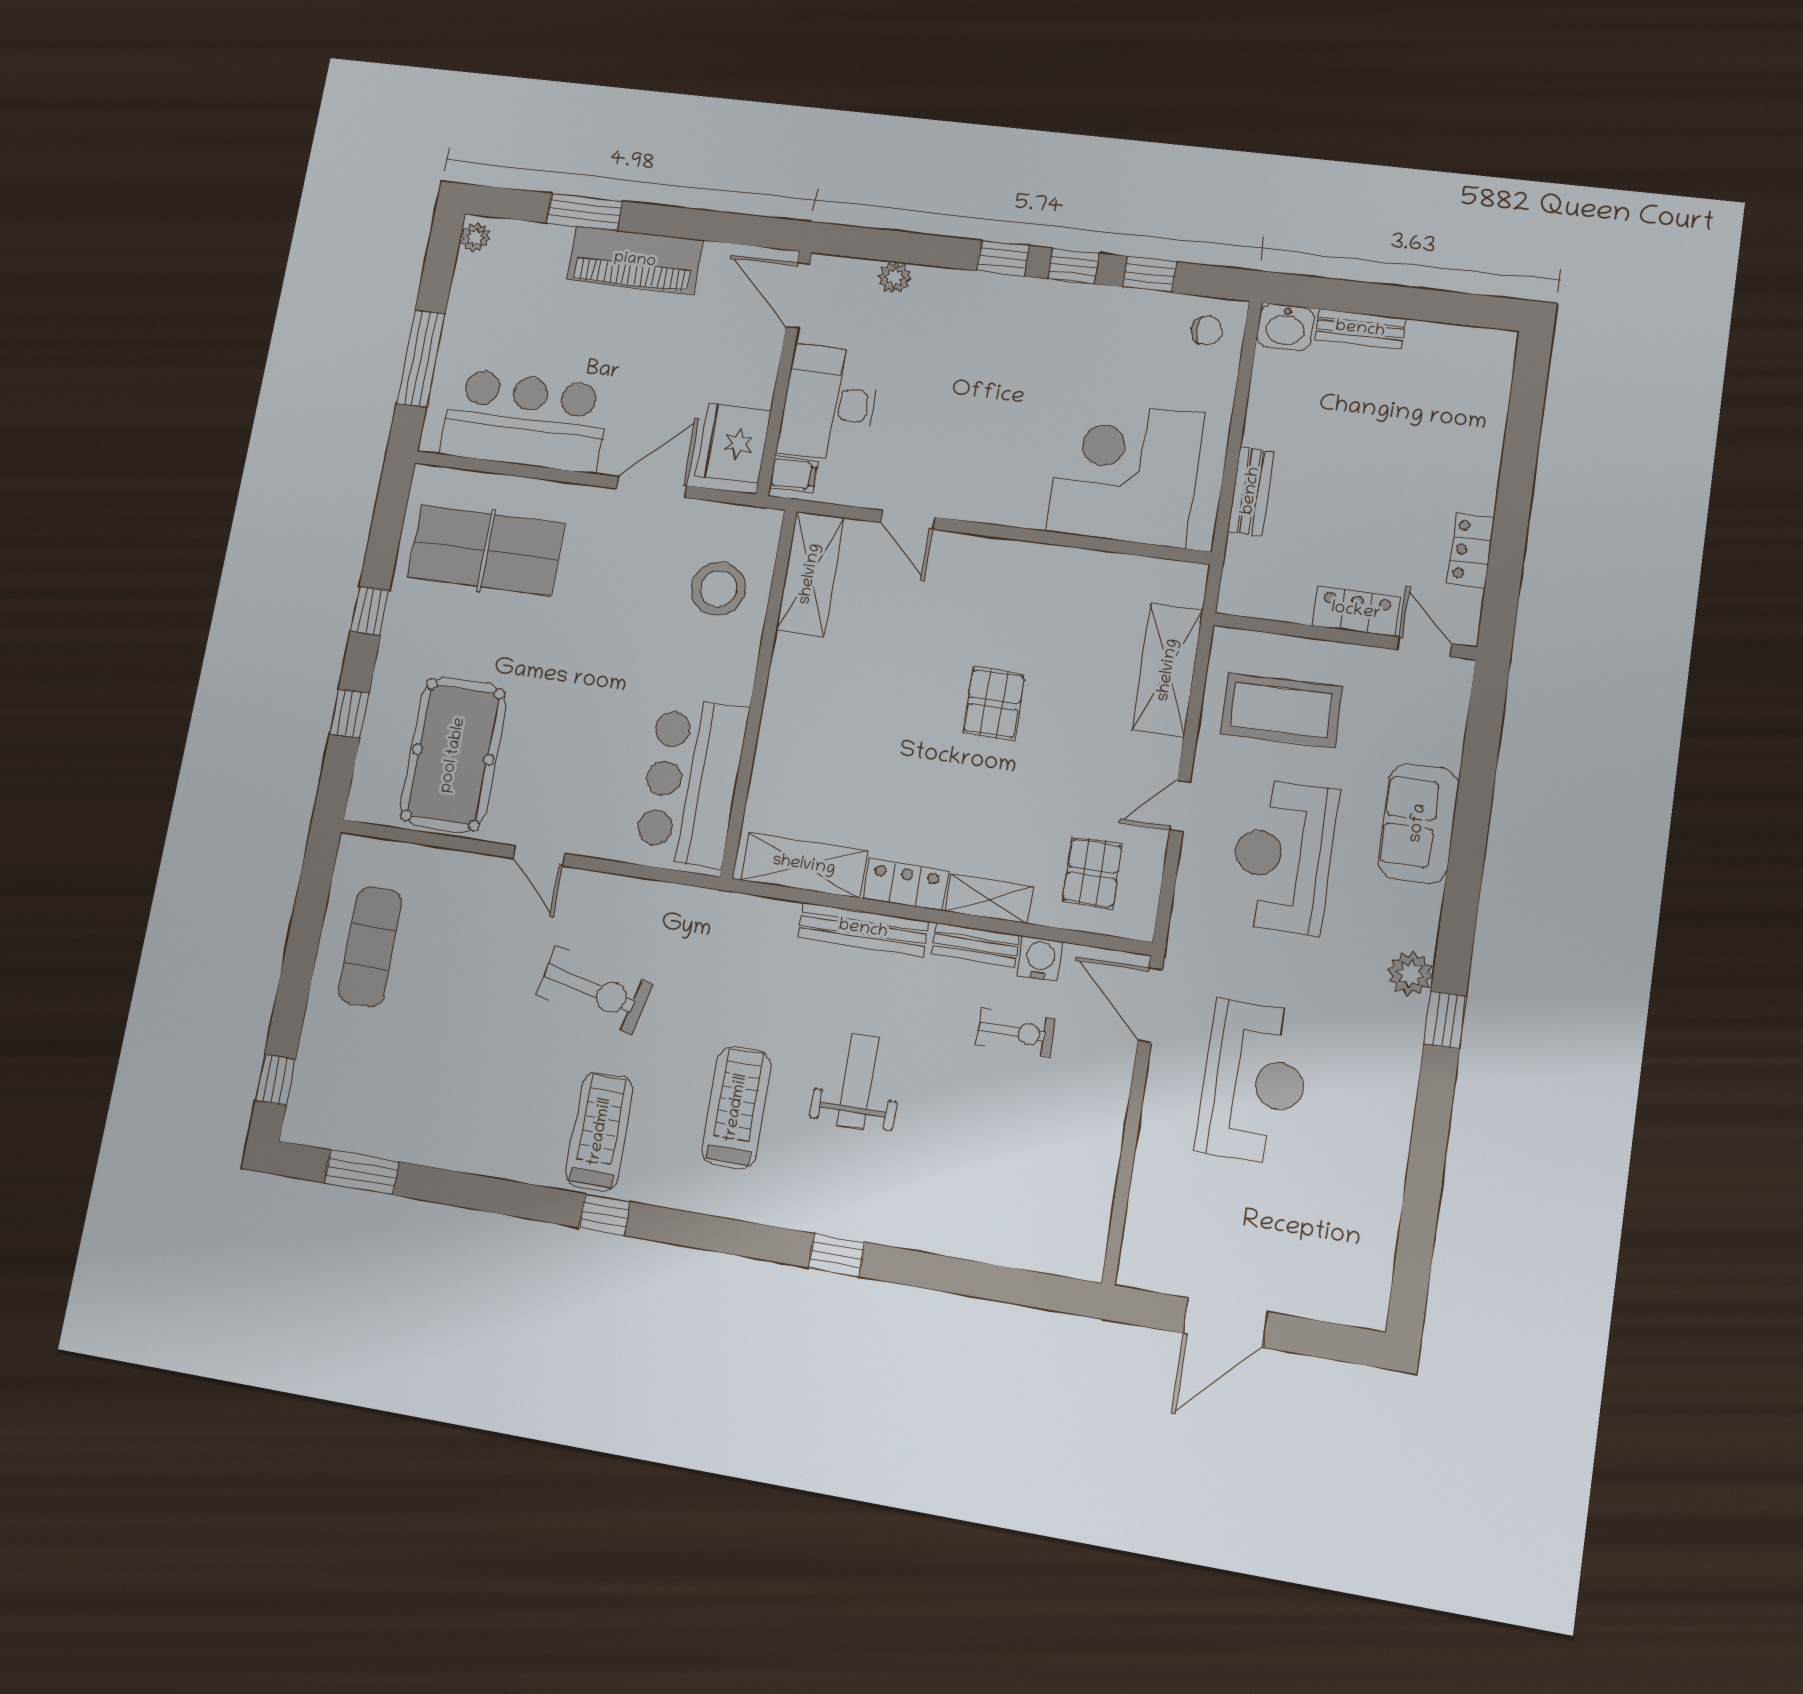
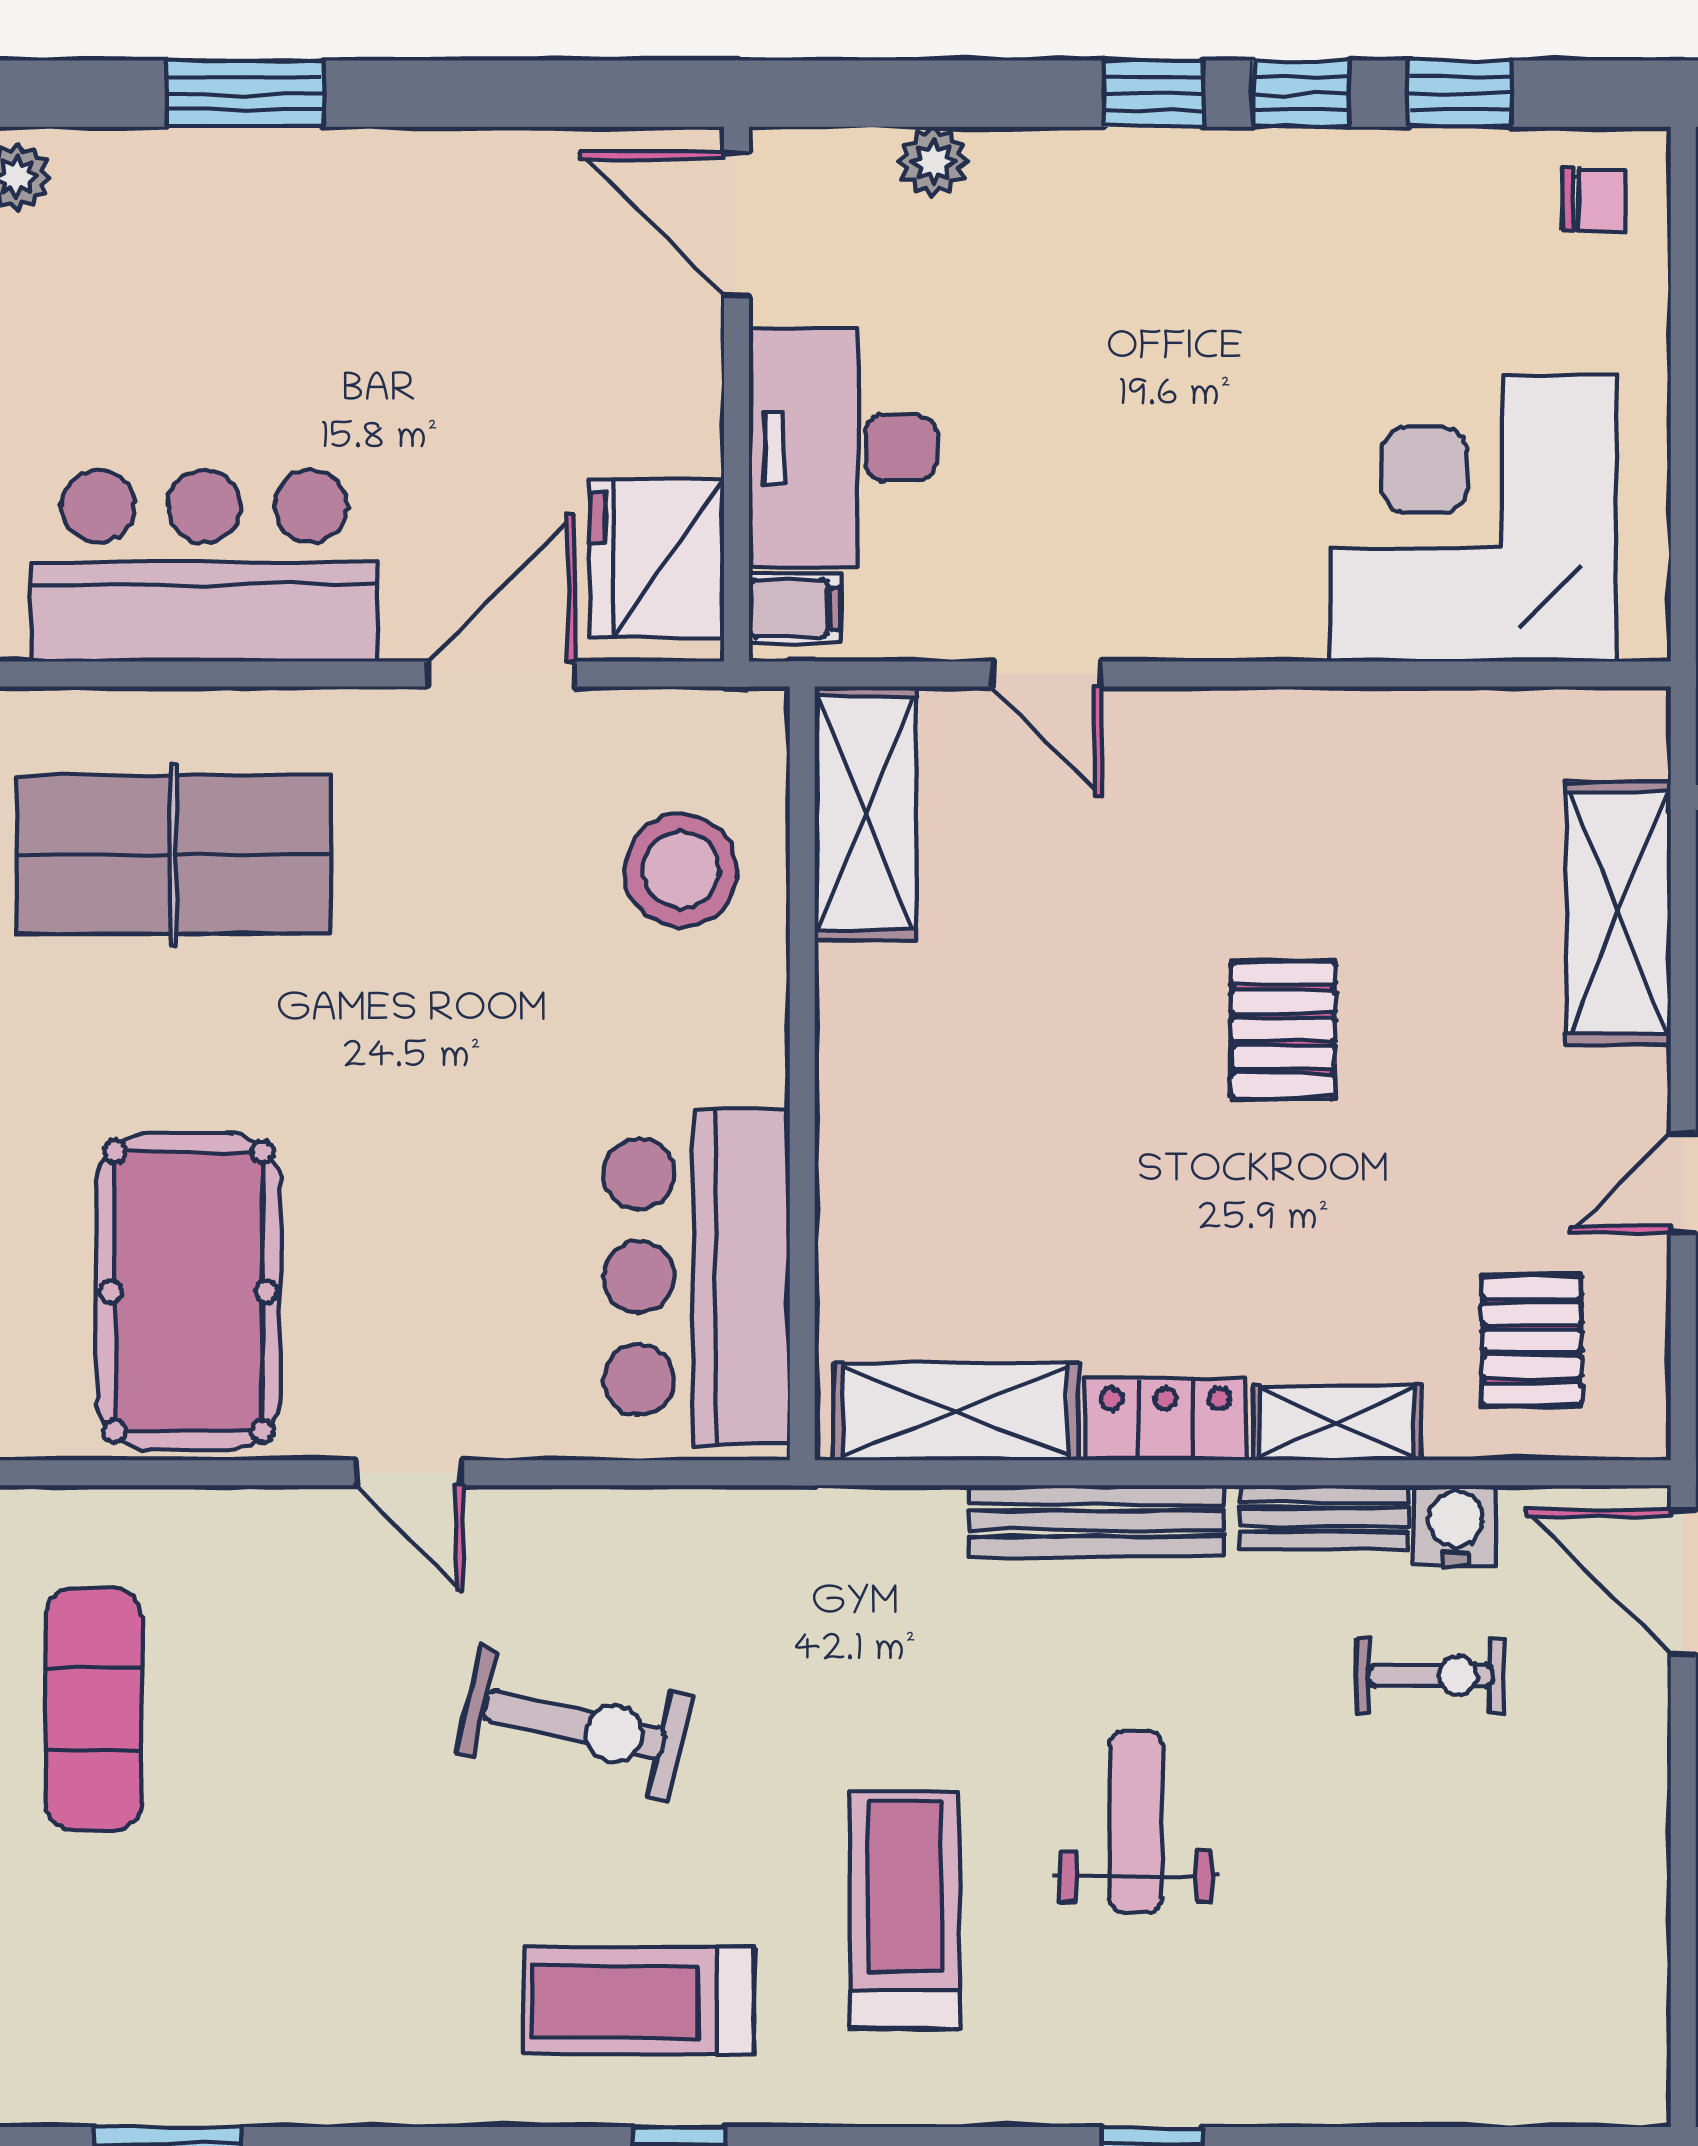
piano: (635, 260) -> (374, 187), removed
treadmill: (600, 1132) -> (638, 2001), turned -90

